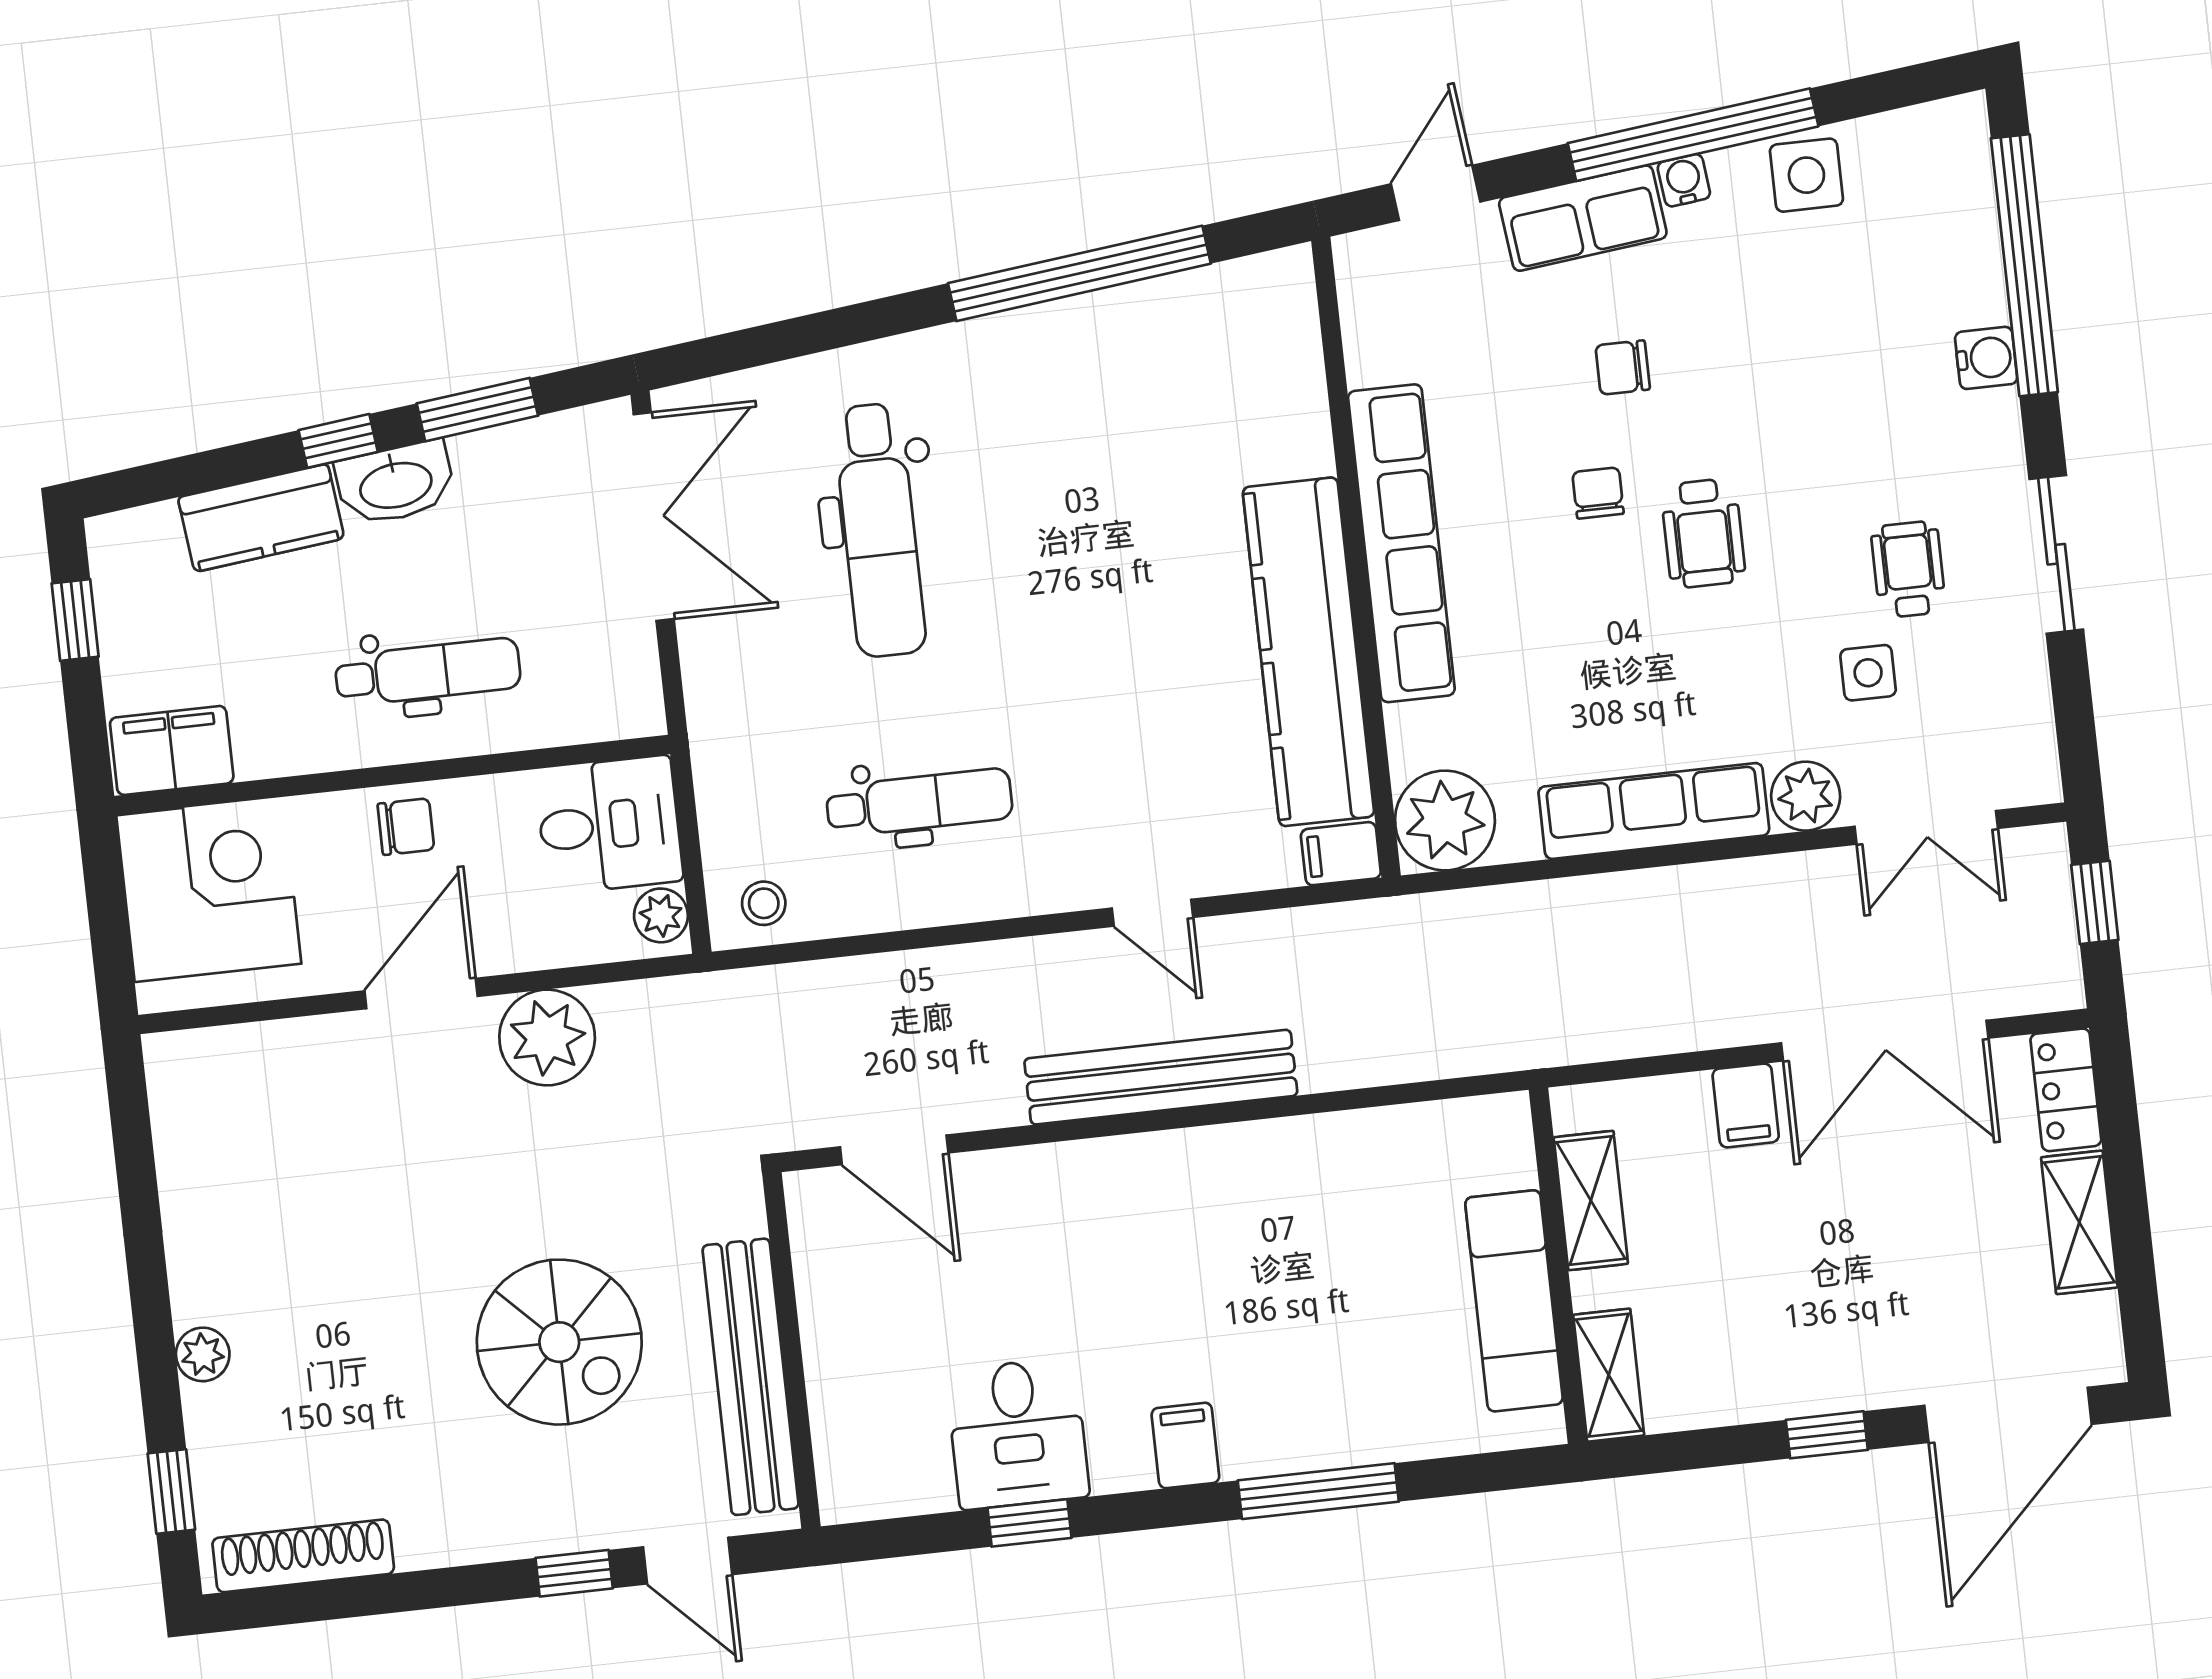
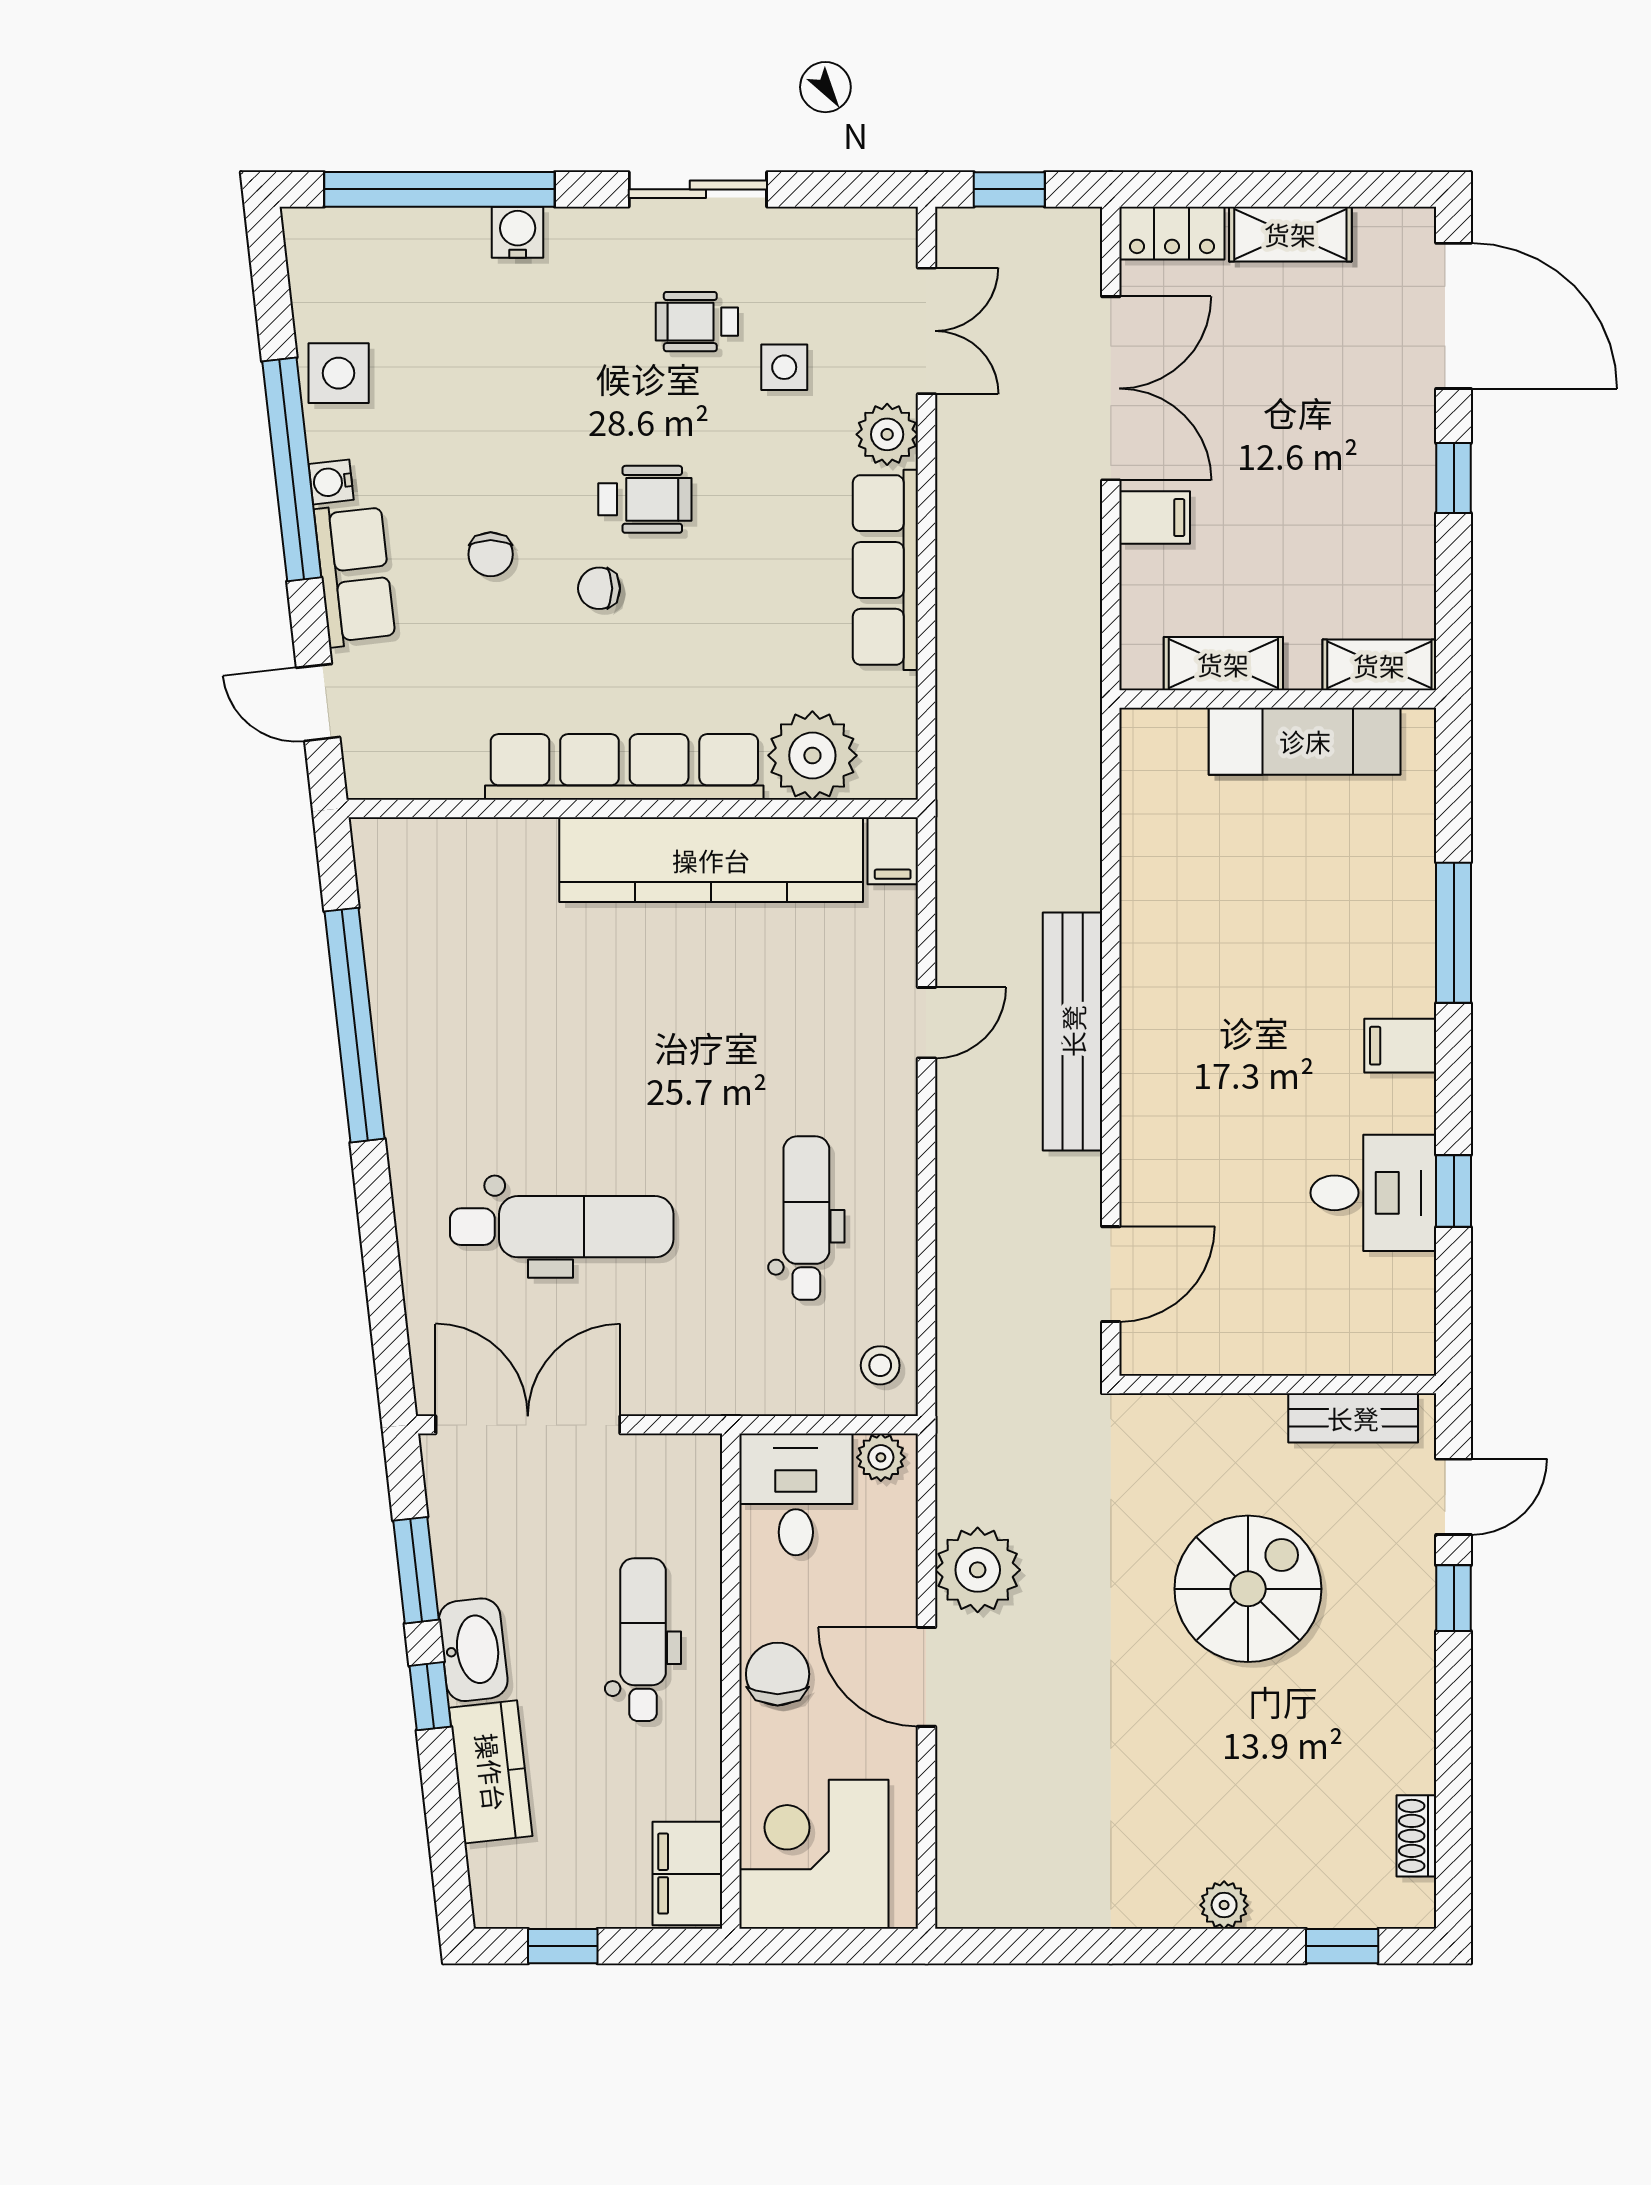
plant: (1445, 820) -> (812, 755), moved
chair: (406, 827) -> (778, 1674), width x1.37, depth x1.37
bench: (751, 1377) -> (1353, 1418), width x0.54, depth x0.82
shoe rack: (303, 1556) -> (1416, 1836), width x0.51, depth x0.81

